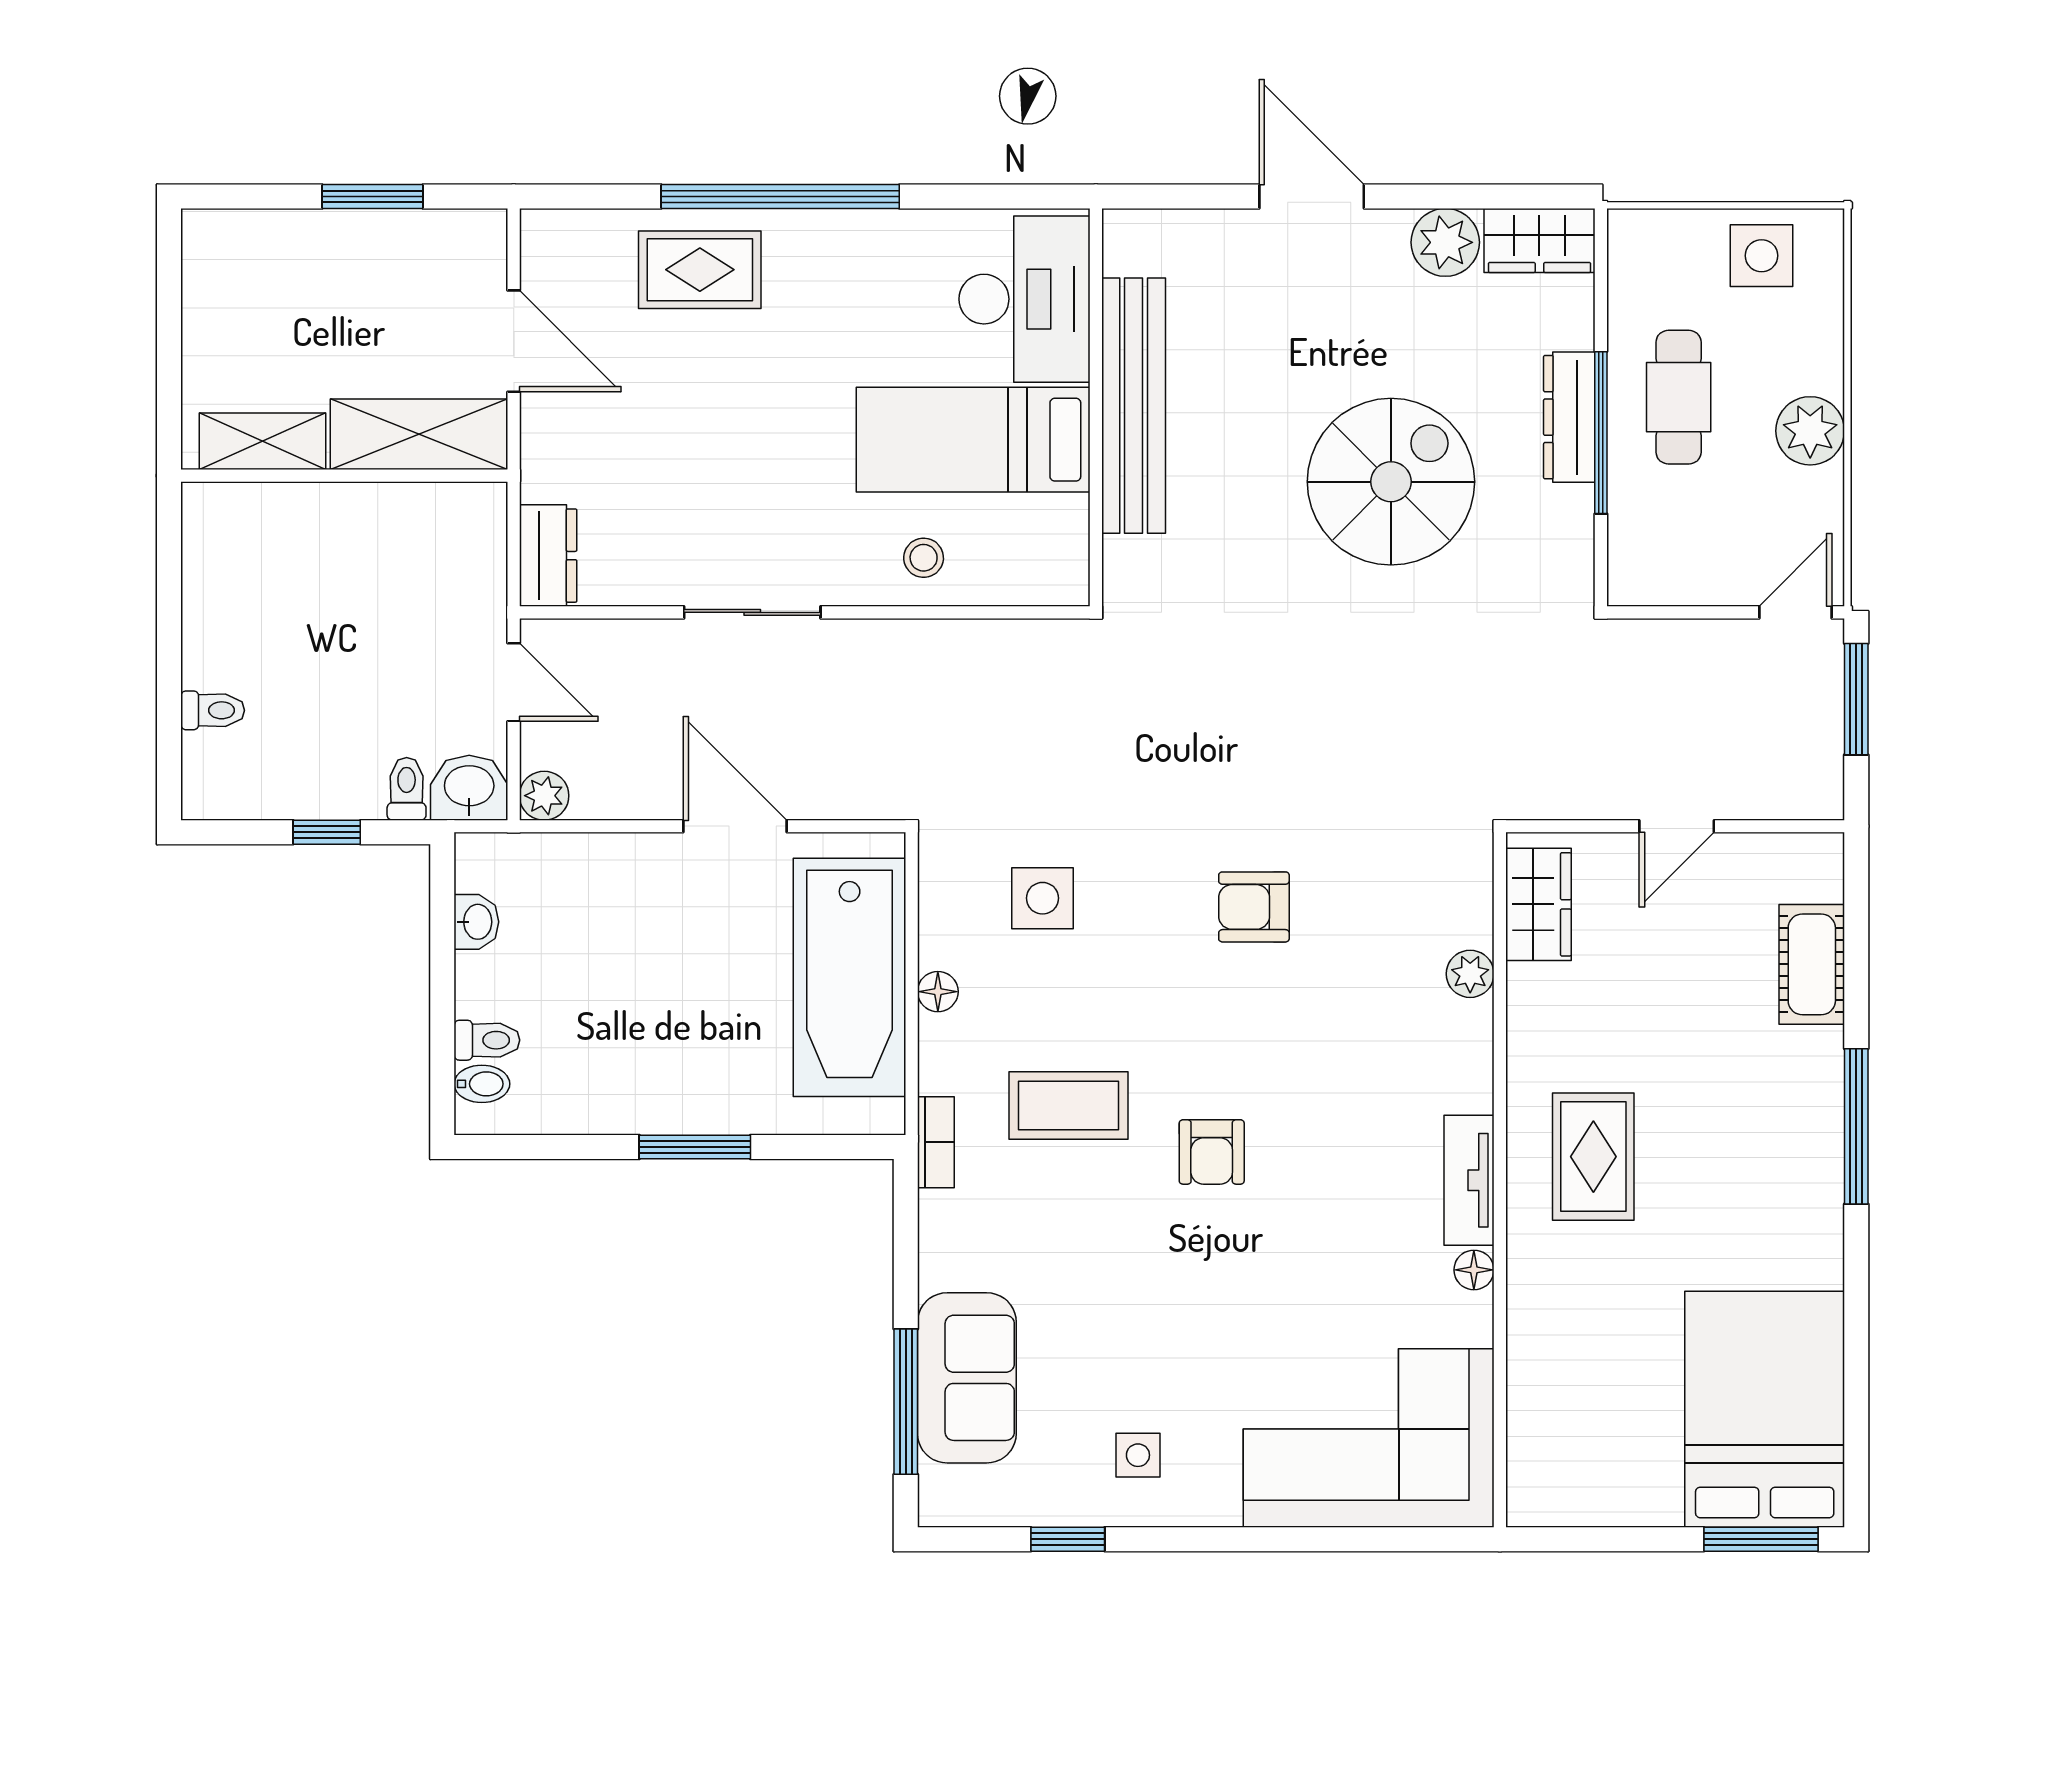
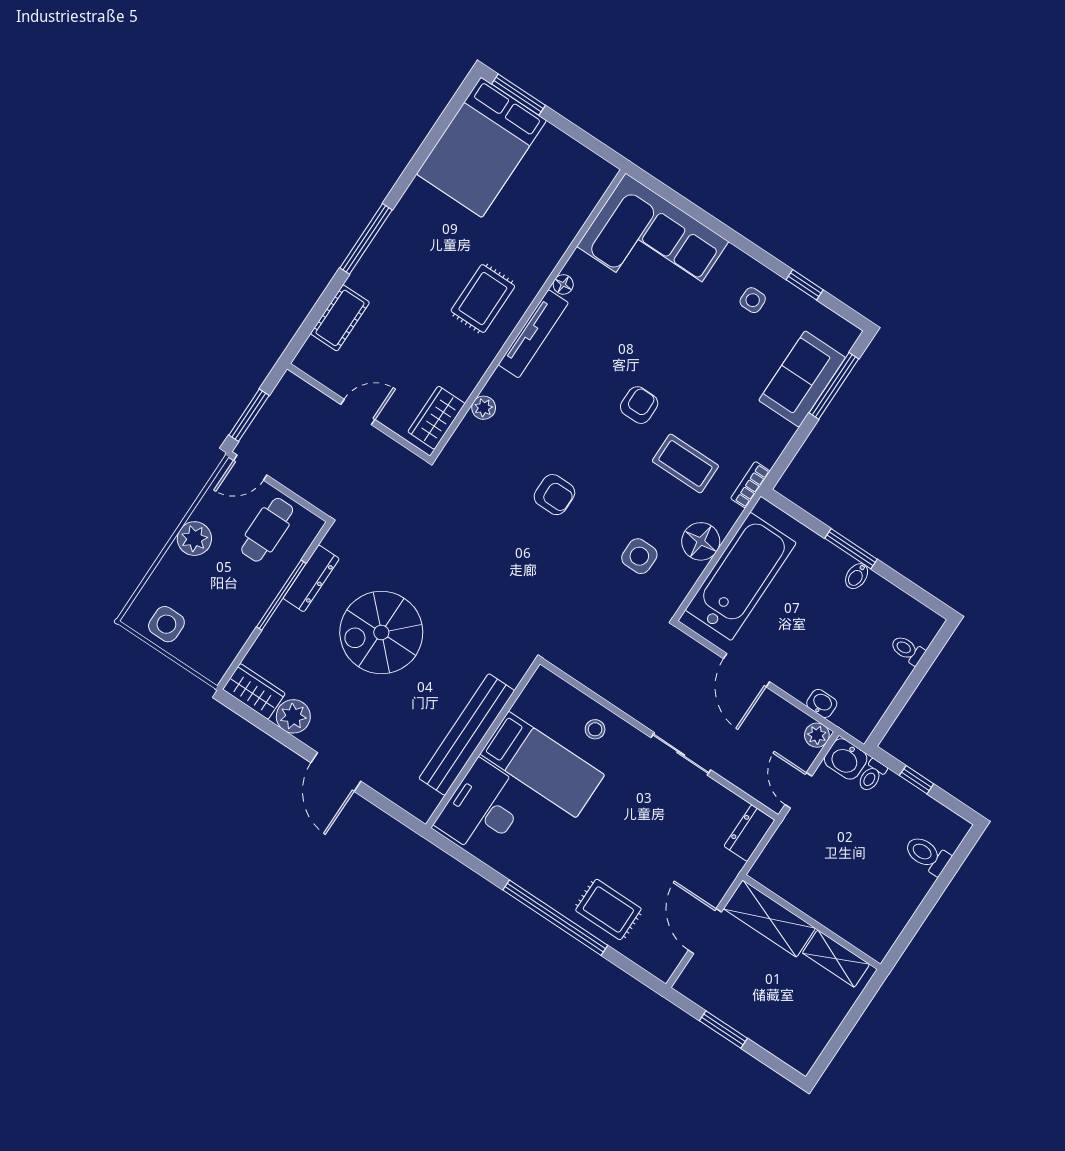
cafe table: (1679, 397) -> (267, 530), moved
dresser: (1569, 417) -> (311, 578), moved
toilet: (213, 710) -> (927, 855), width x1.37, depth x1.39
washbasin: (476, 922) -> (822, 703), moved, turned 90
floor lamp: (938, 992) -> (701, 541), width x1.89, depth x1.89
bidet: (482, 1084) -> (857, 576), moved, turned -90
tv unit: (1469, 1180) -> (533, 334), width x1.41

